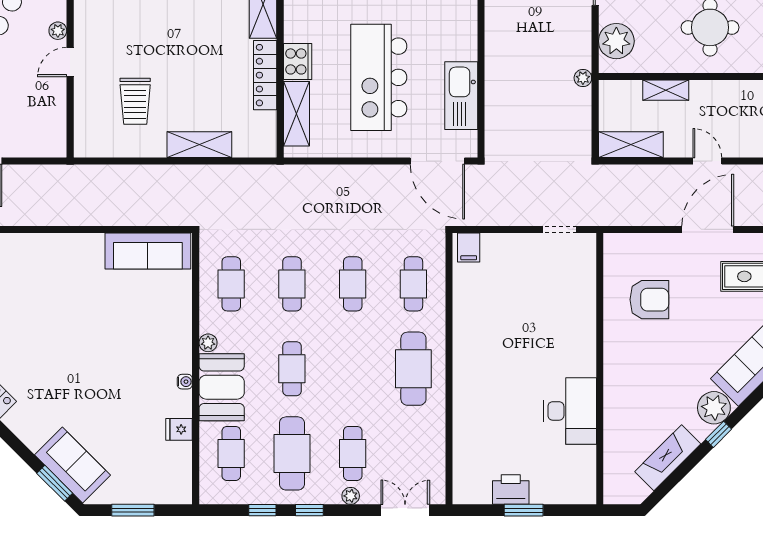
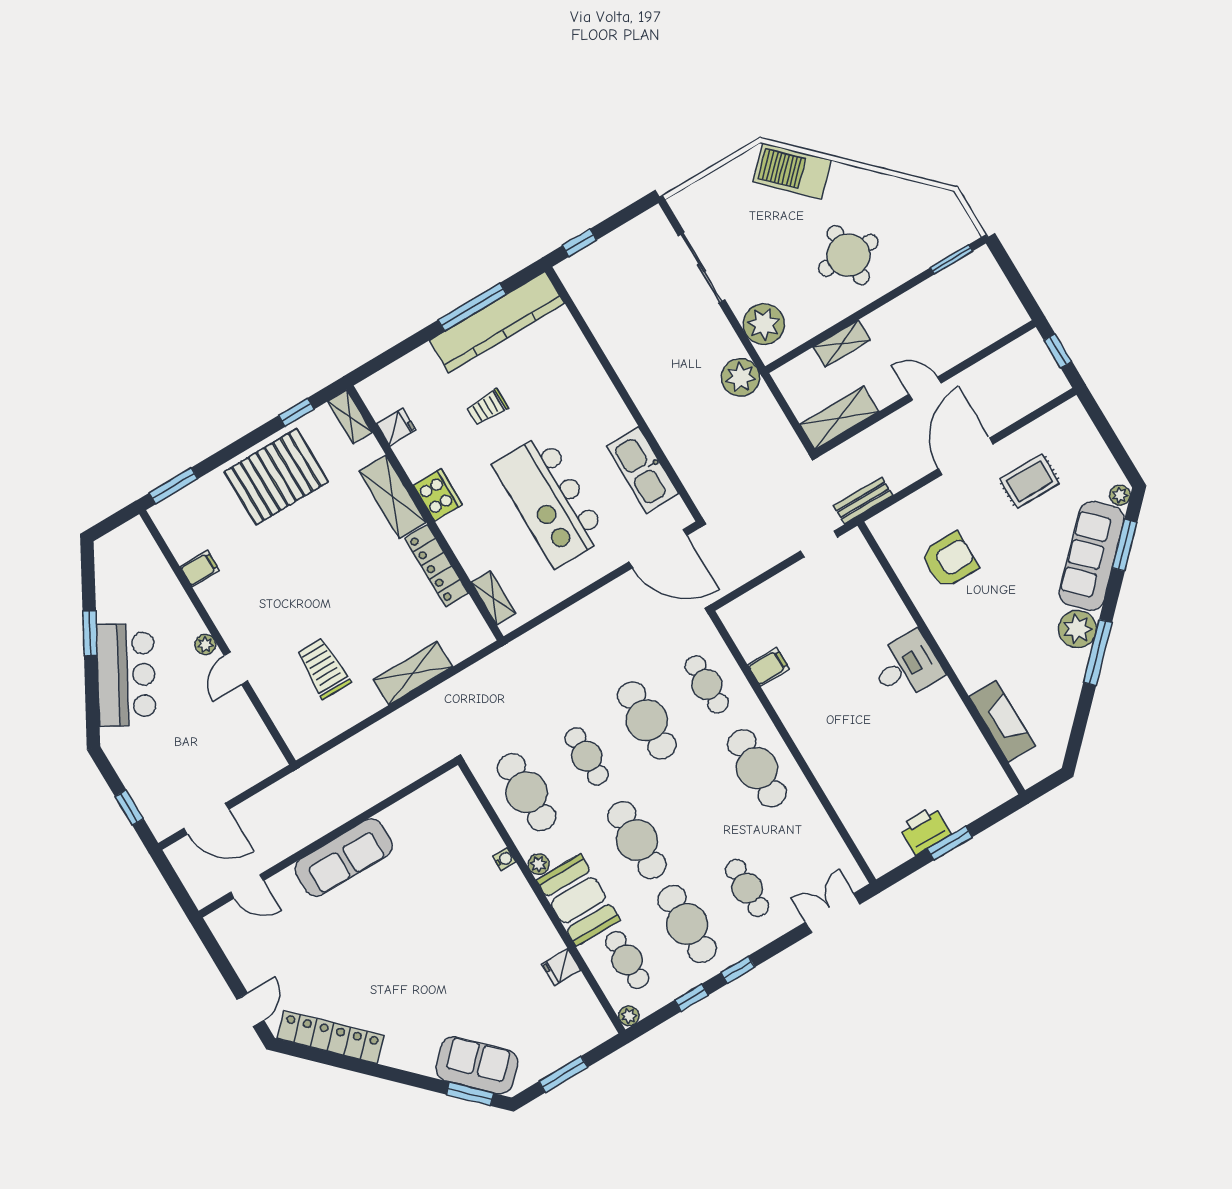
cooker: (298, 61) -> (438, 495), moved
plant: (583, 78) -> (741, 377), width x1.88, depth x1.88
trolley: (135, 101) -> (323, 668), turned 180
shelving: (296, 114) -> (494, 598), width x0.67, depth x0.75
bench: (612, 217) -> (863, 501), added
filing cabinet: (469, 248) -> (769, 667), moved, turned -90
sofa: (148, 251) -> (344, 858), moved
cafe table: (231, 284) -> (527, 792), width x1.37, depth x1.35
cafe table: (353, 284) -> (647, 720), width x1.37, depth x1.35
cafe table: (292, 369) -> (637, 840), width x1.37, depth x1.35
water cooler: (185, 382) -> (504, 859), moved
desk: (570, 411) -> (906, 666), moved, width x0.73
window: (719, 434) -> (1098, 653), width x2.17
fireplace: (668, 458) -> (1002, 721), moved, turned 135
plant: (351, 496) -> (629, 1016), moved

